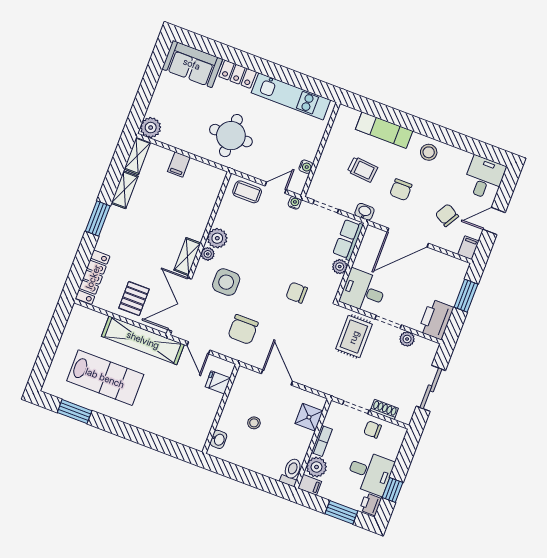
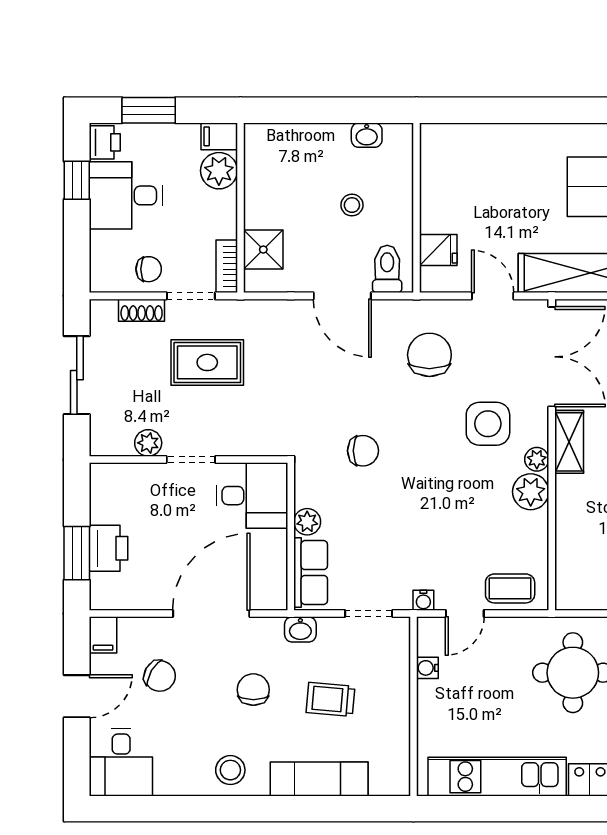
printer: (436, 319) -> (108, 548), moved, width x0.73, depth x0.84
rug: (354, 337) -> (207, 362), moved, turned 90
washbasin: (218, 439) -> (367, 135), moved, turned -90
bookcase: (322, 441) -> (227, 266), moved
toilet: (291, 472) -> (387, 269), moved, turned 180

